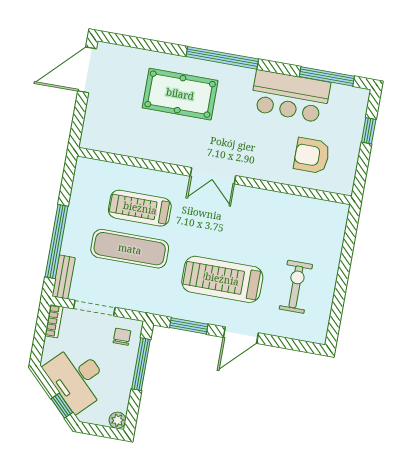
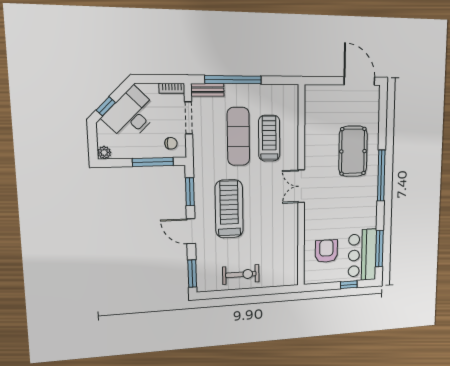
bar counter: (290, 96) -> (362, 255), moved
exercise bike: (296, 287) -> (241, 274), moved
window: (298, 345) -> (192, 274), added

